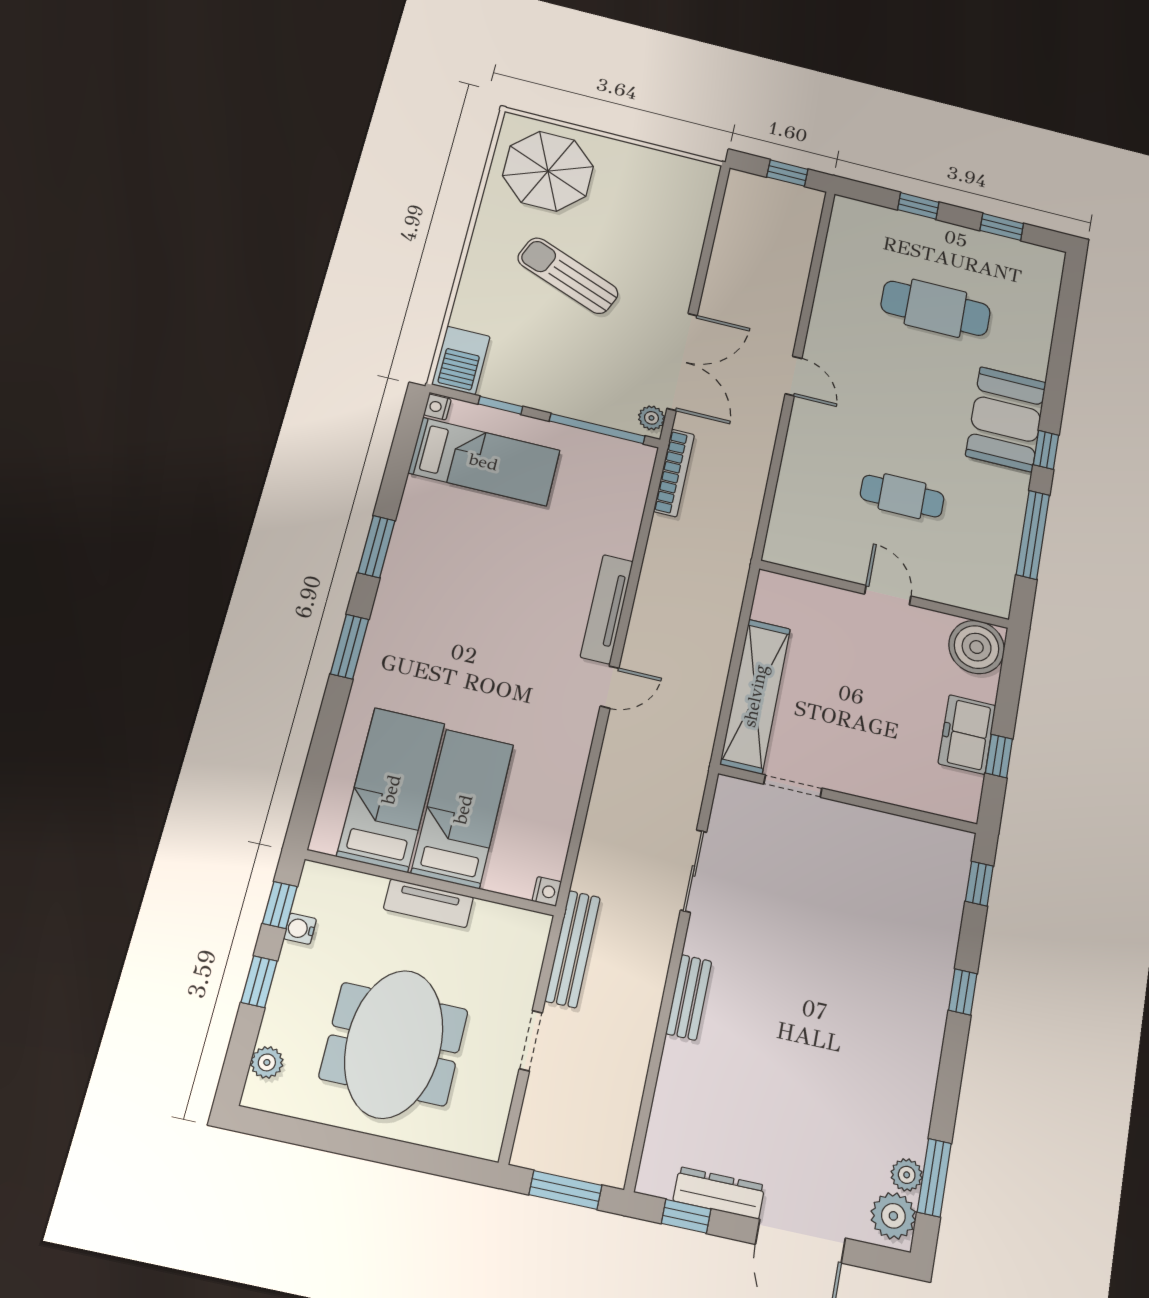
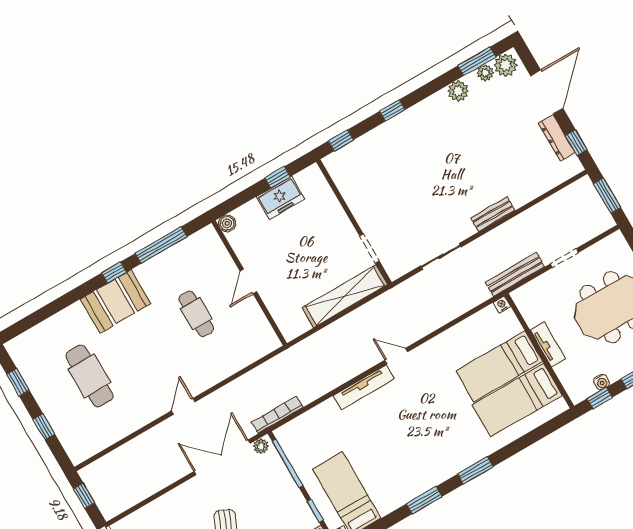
boiler: (977, 647) -> (227, 223), width x0.54, depth x0.54
plant: (913, 1110) -> (458, 91), added

